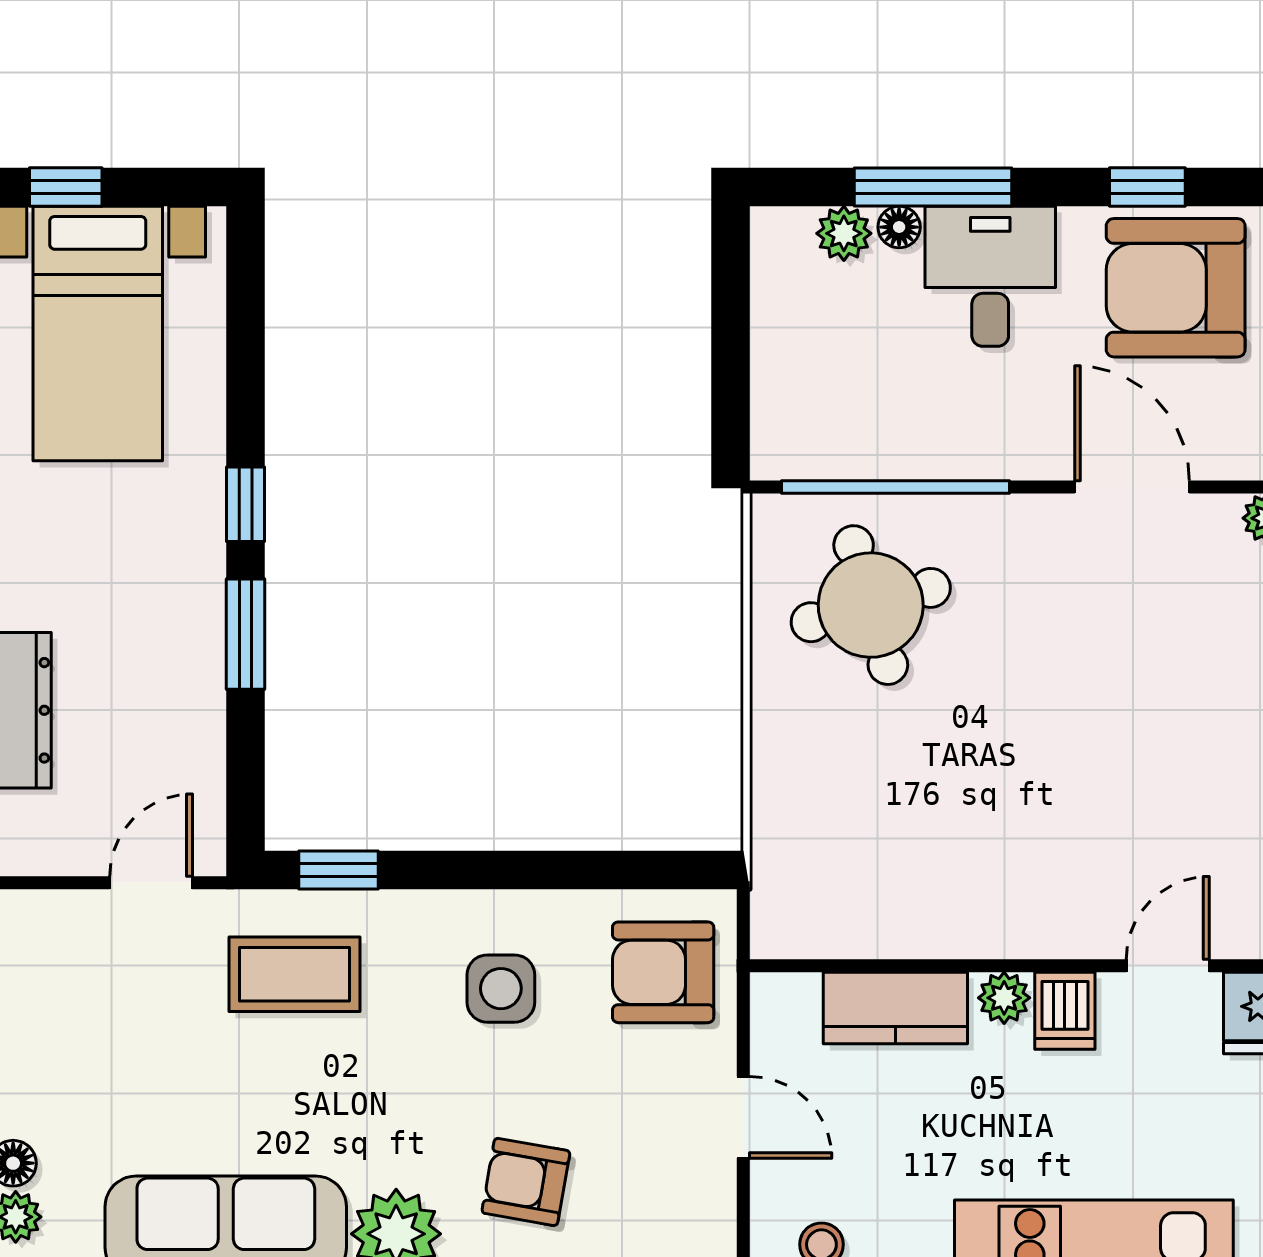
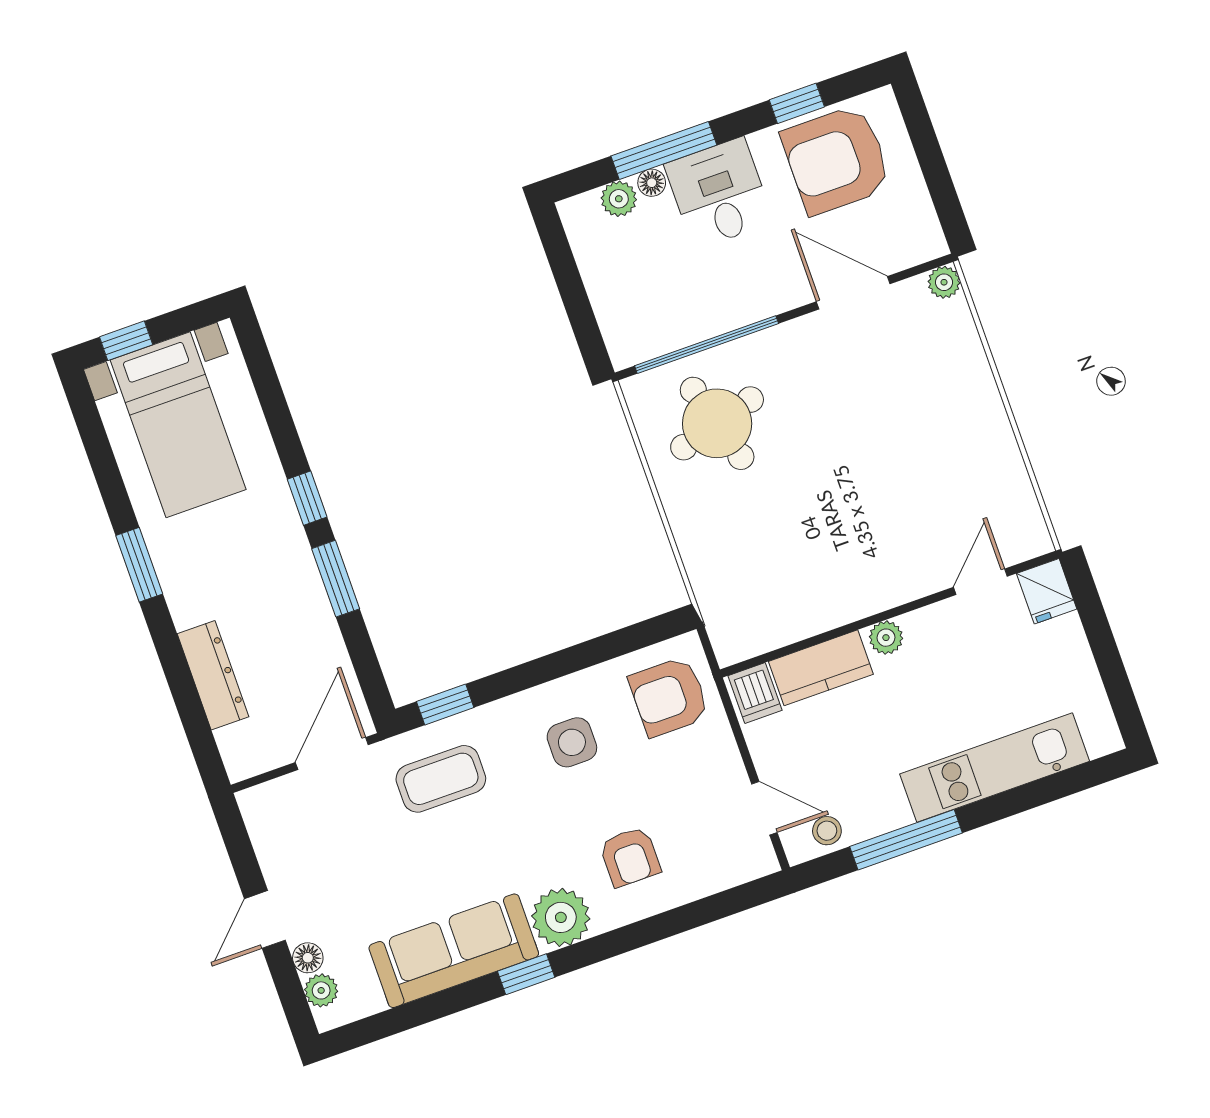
door: (151, 883) -> (332, 754), width x1.38
dishwasher: (1065, 1011) -> (755, 693), moved
door: (743, 1117) -> (764, 808), moved
armchair: (526, 1182) -> (630, 857), turned -100

